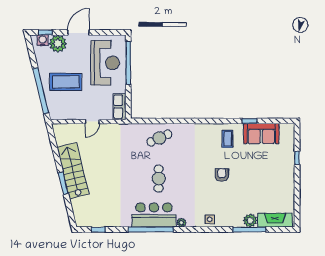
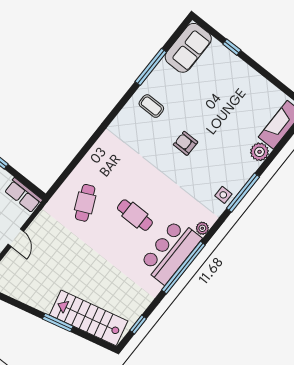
window: (249, 121) -> (151, 67), width x2.17
sofa: (261, 134) -> (188, 48), moved
cafe table: (159, 138) -> (85, 203), moved
stairs: (73, 171) -> (89, 318), moved
window: (249, 230) -> (243, 193), moved

